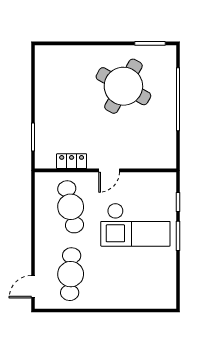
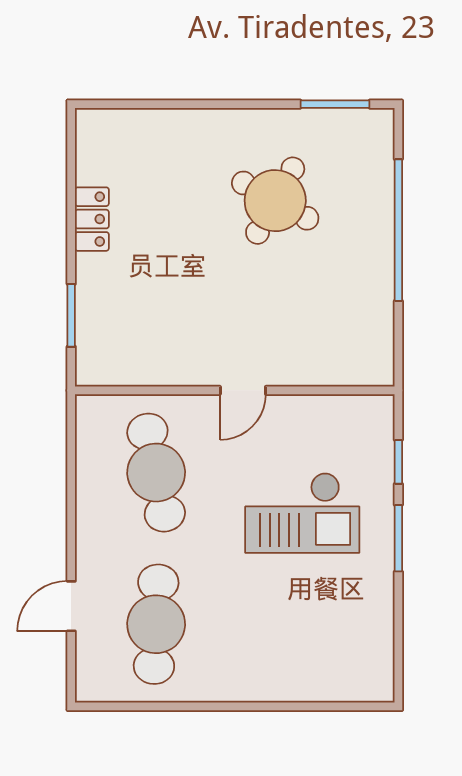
round table: (123, 86) -> (275, 201), width x0.73, depth x0.73
locker: (72, 161) -> (92, 219), moved, turned 90
checkout: (135, 225) -> (302, 513), width x0.73, depth x0.83
door: (33, 287) -> (71, 606), moved

